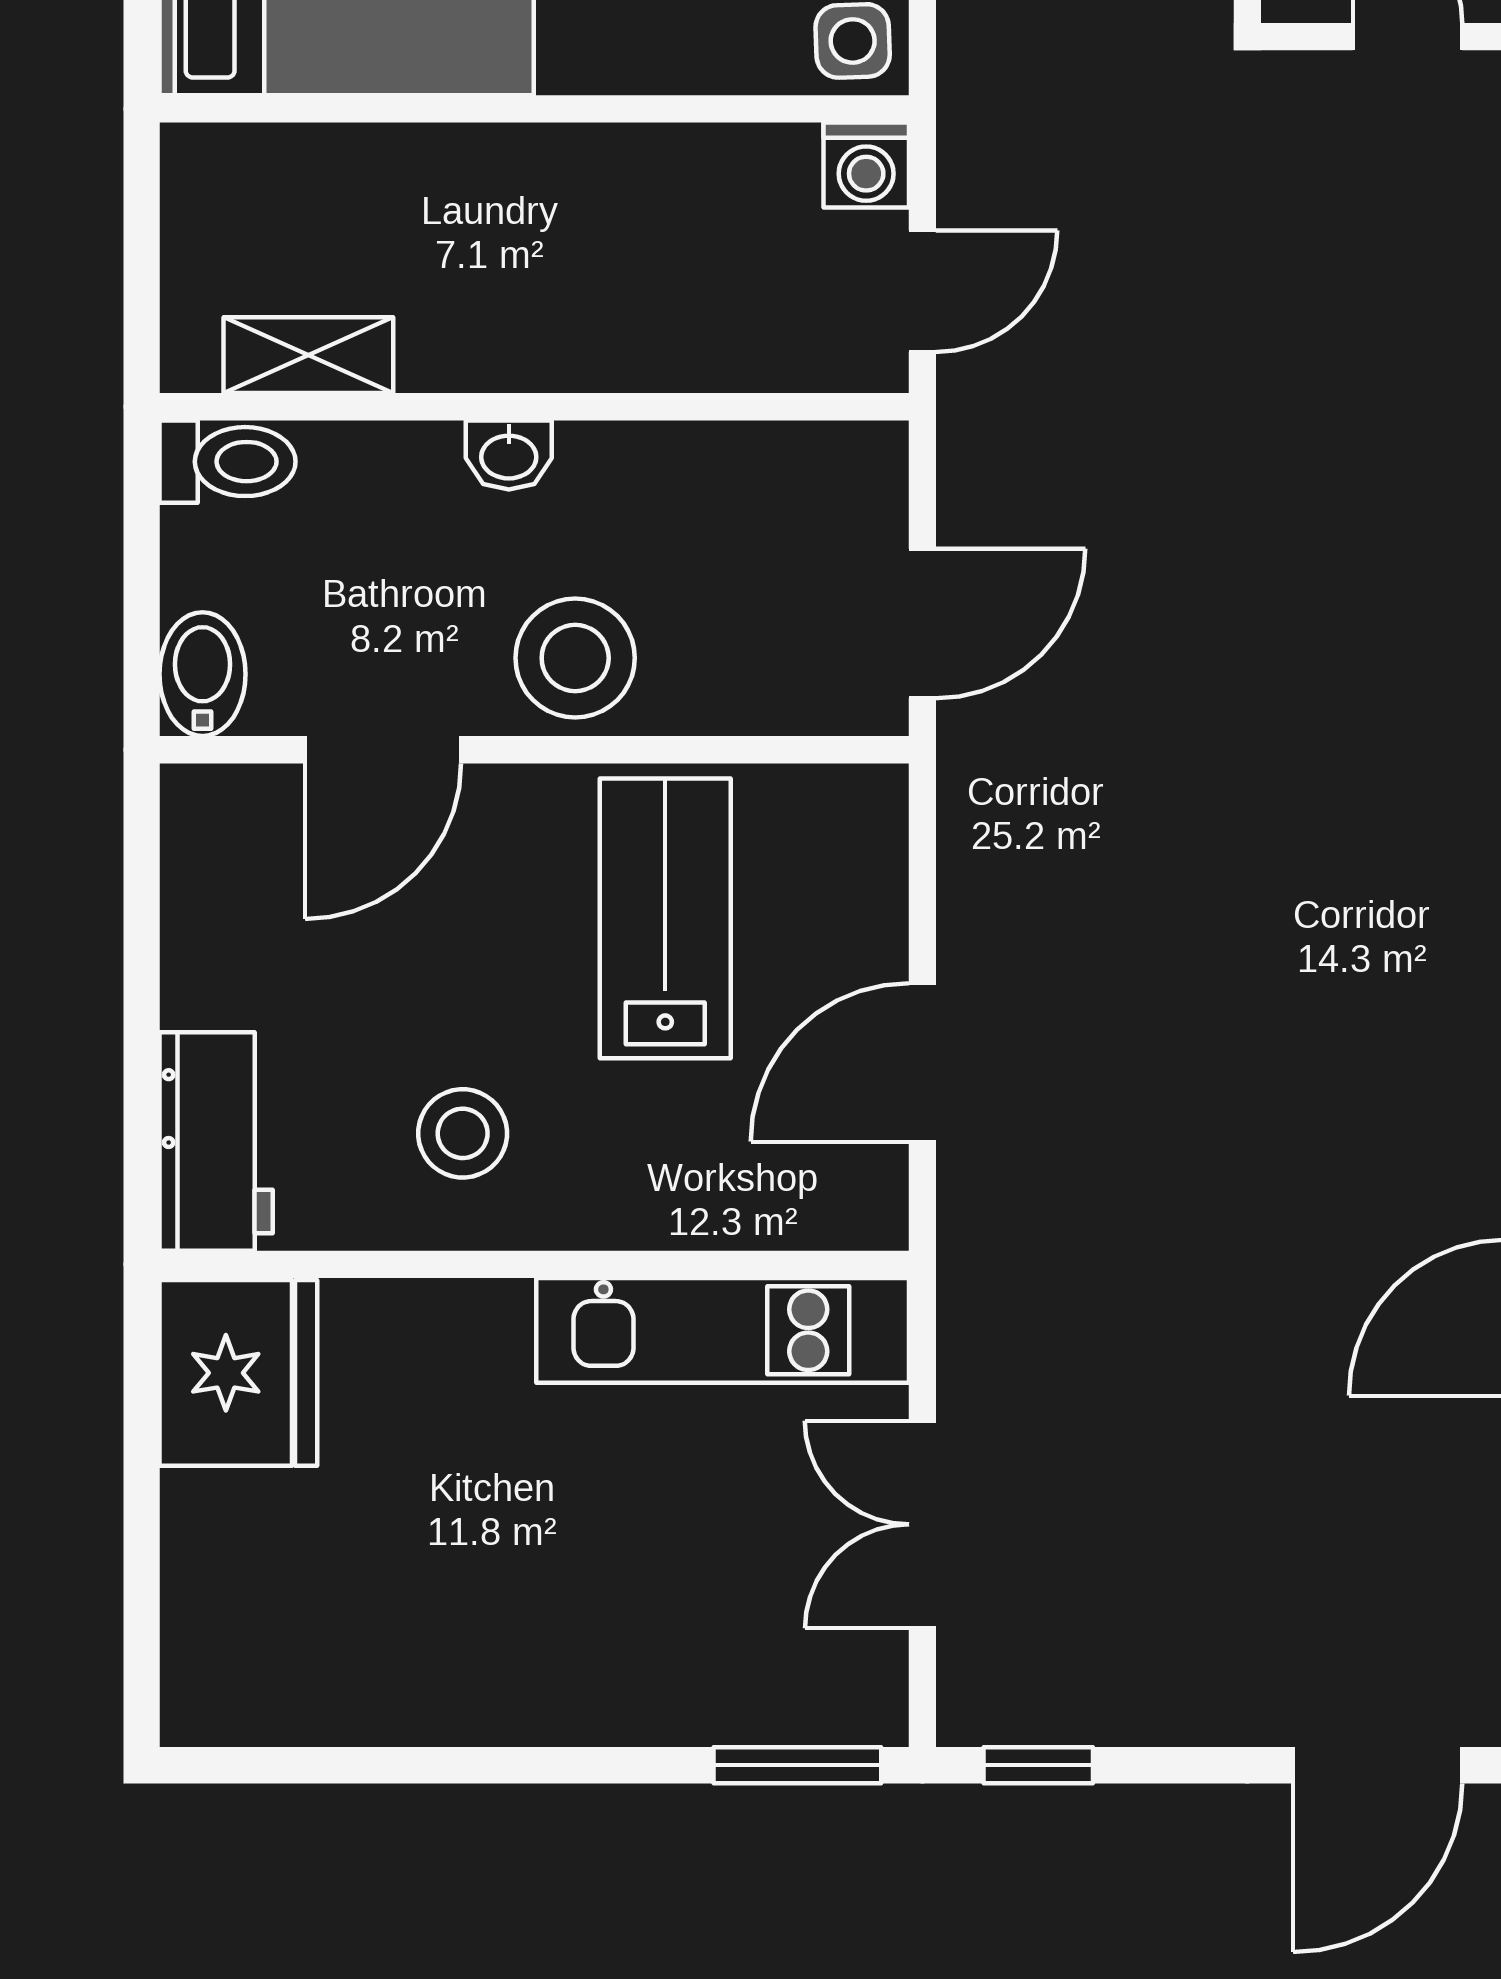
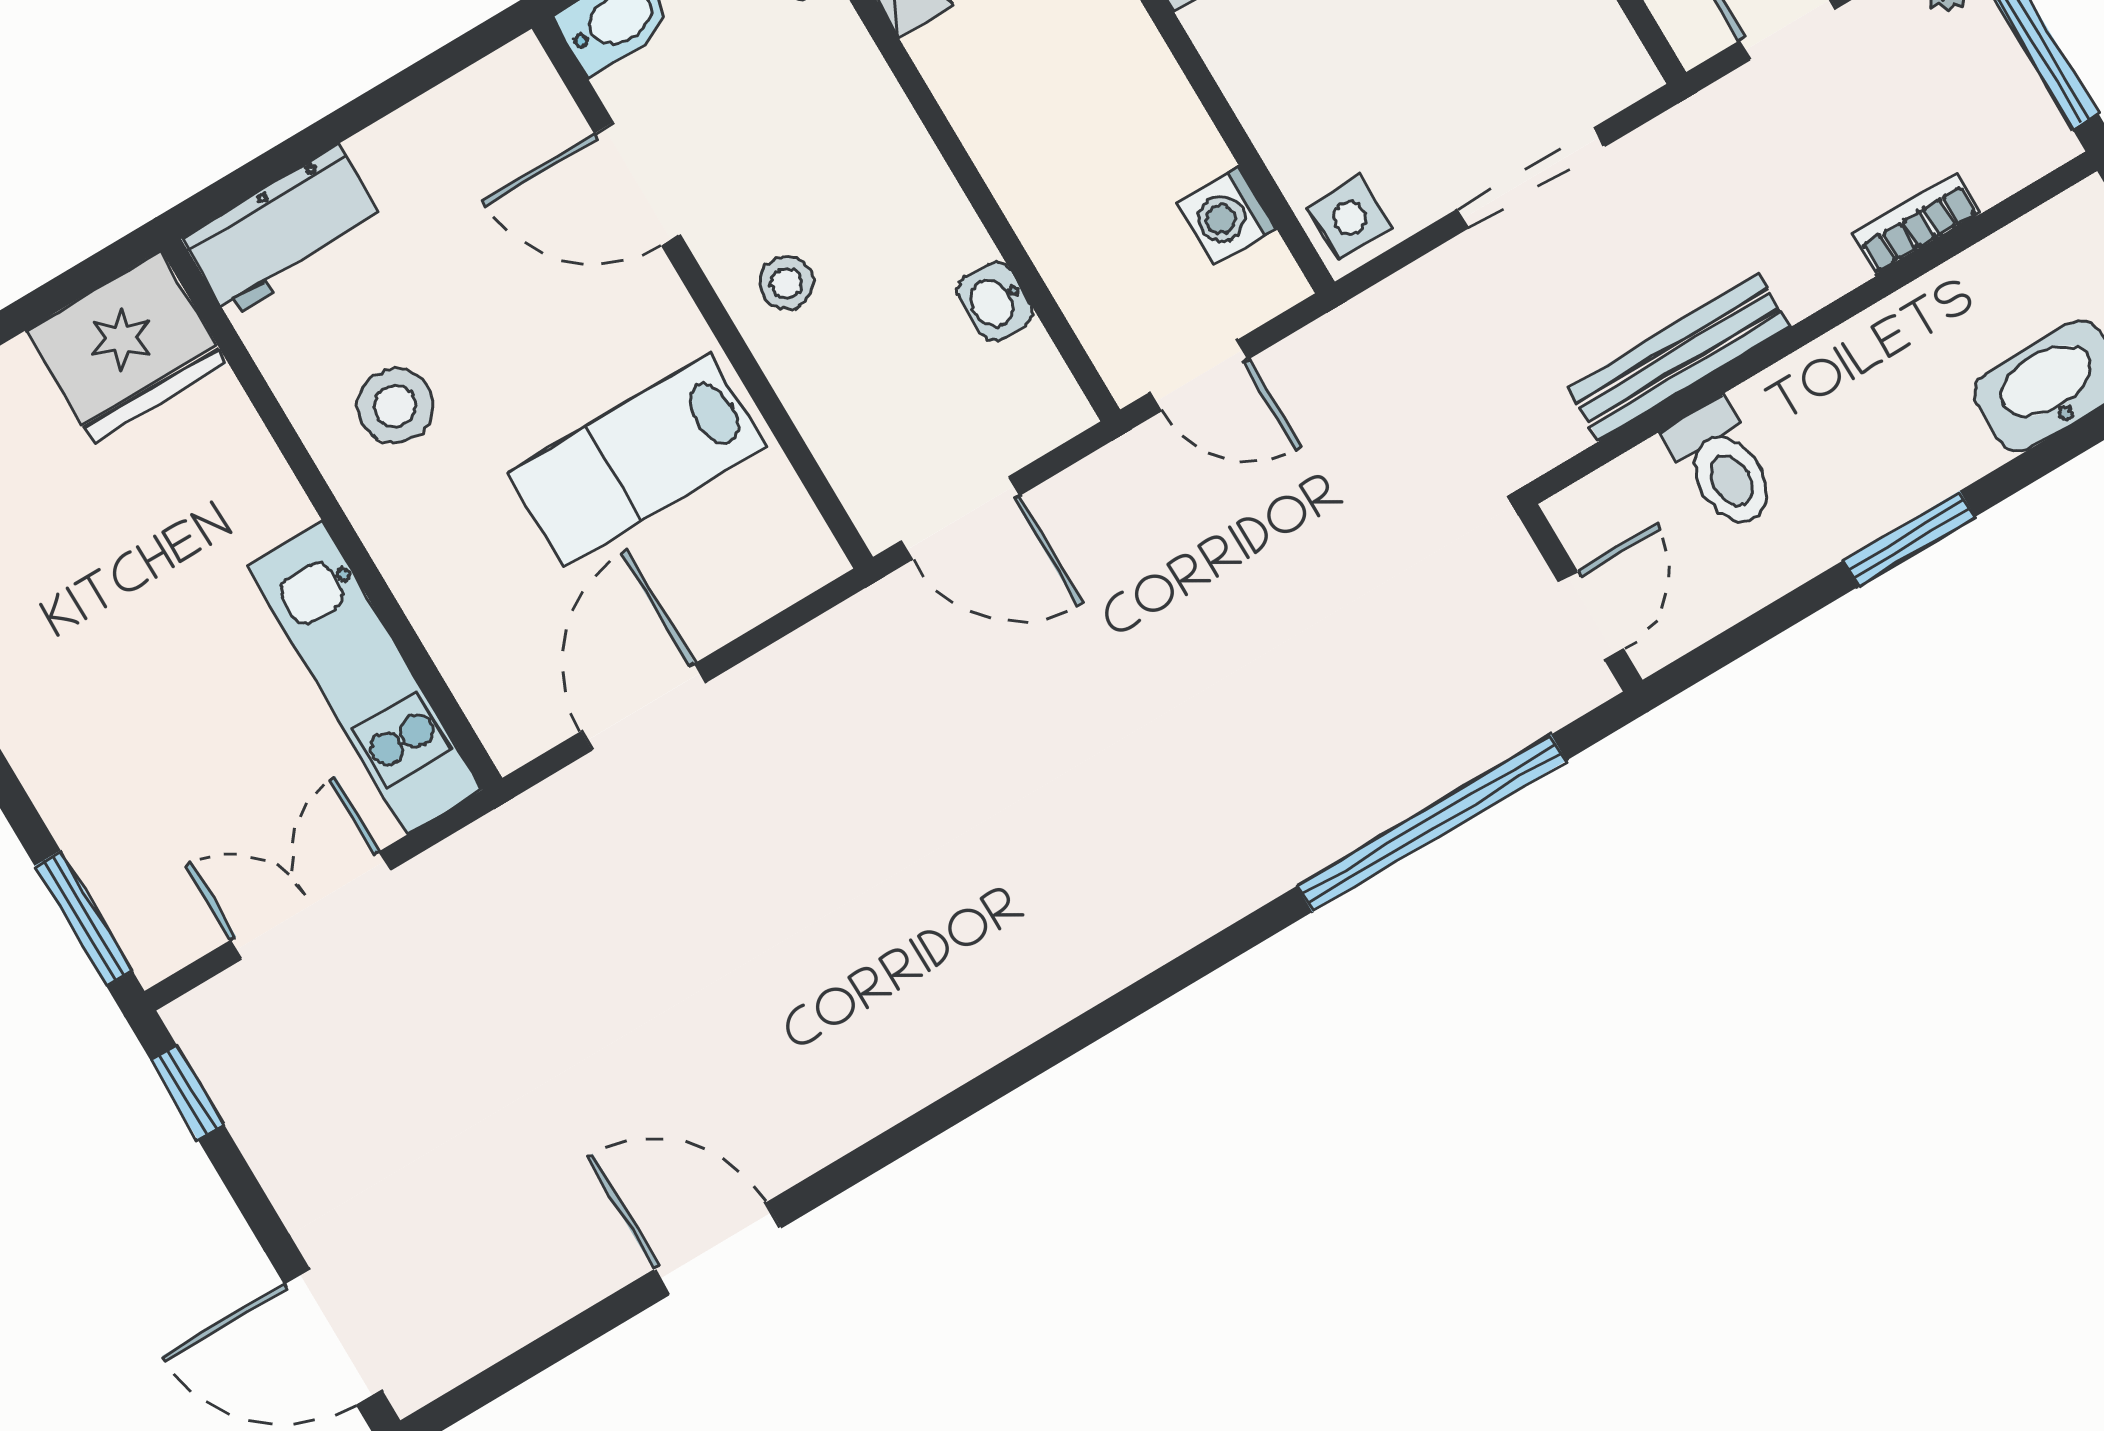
washing machine: (866, 165) -> (1227, 216), moved
washbasin: (509, 455) -> (995, 302), moved
stool: (575, 658) -> (786, 283), width x0.53, depth x0.53
lab bench: (665, 918) -> (637, 460), turned 180
door: (922, 1063) -> (644, 707), hinge flipped

